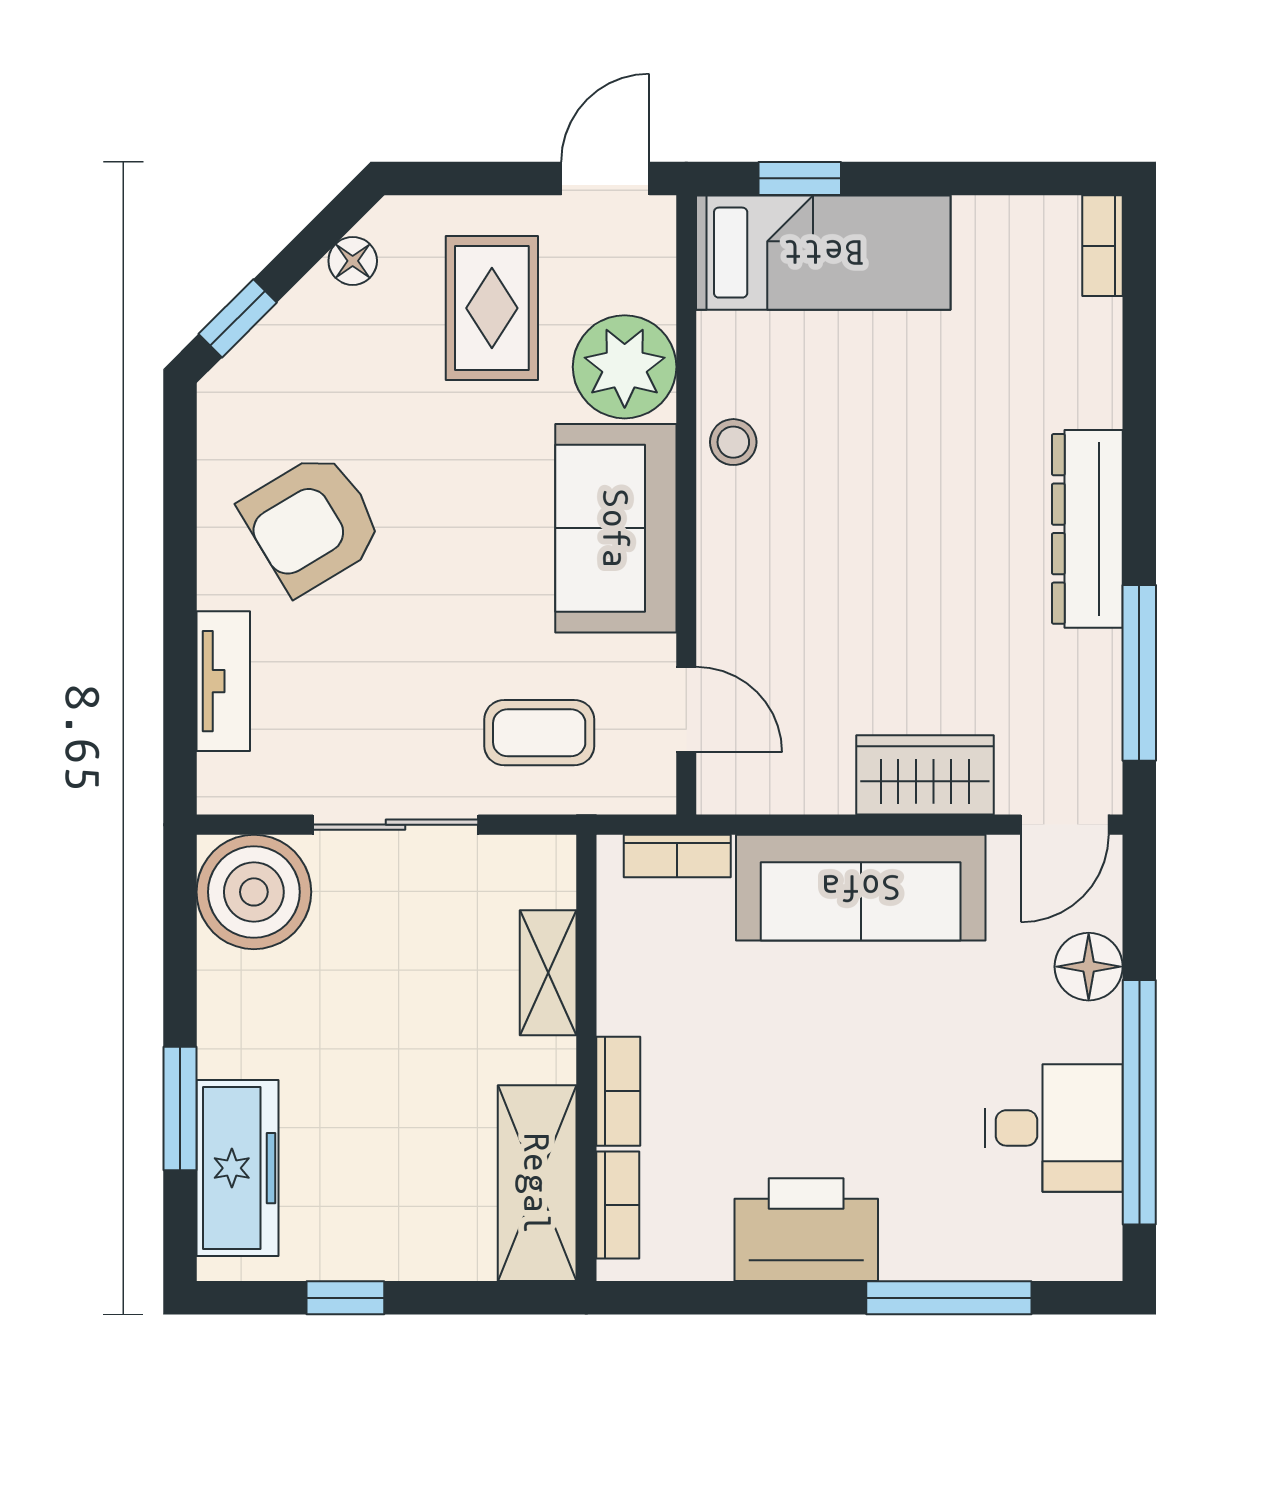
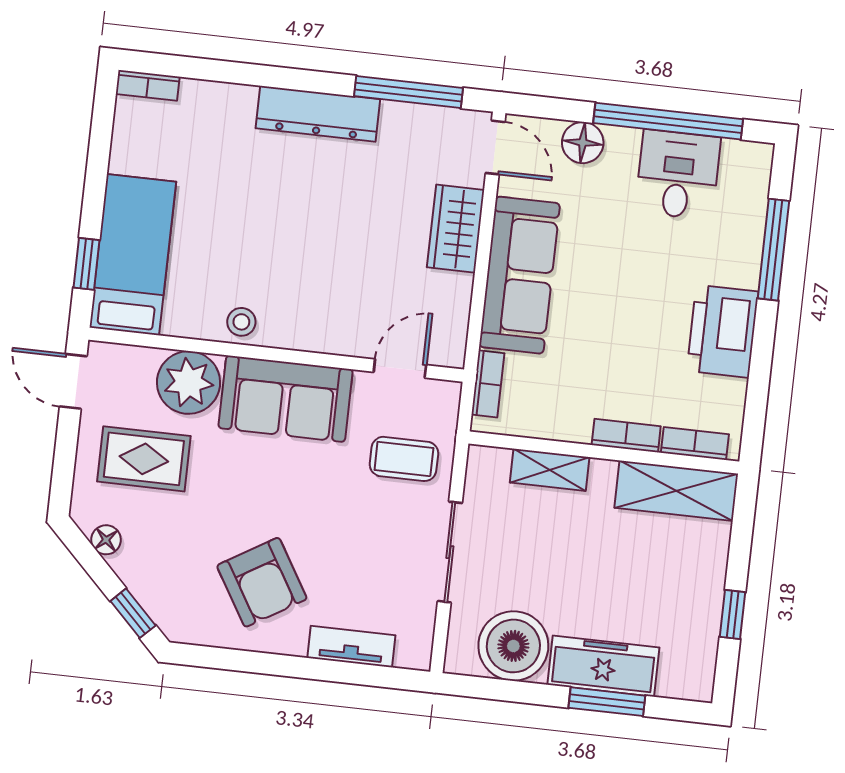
coffee table: (539, 733) -> (404, 459), turned 90
boiler: (254, 892) -> (513, 646), moved
freezer: (237, 1168) -> (603, 666), moved

